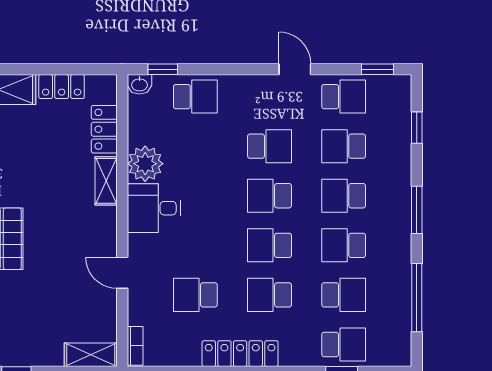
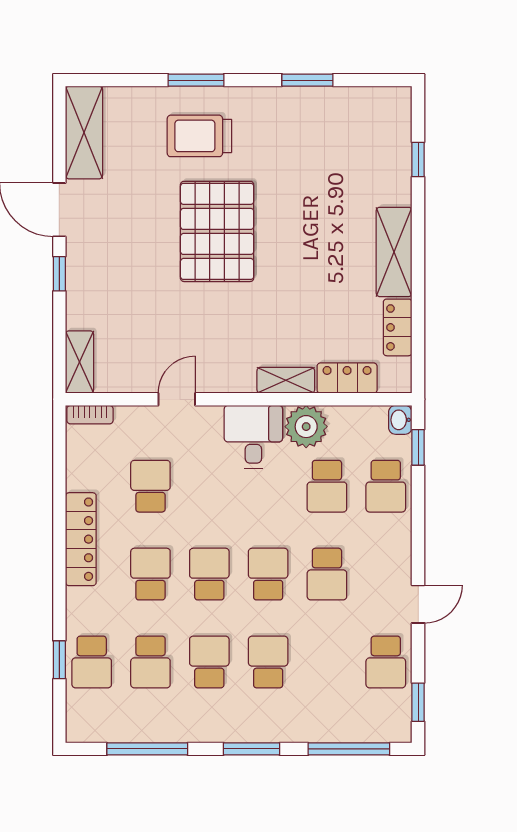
window: (417, 128) -> (349, 749), width x2.17
school desk: (344, 146) -> (327, 486), moved, turned 180

